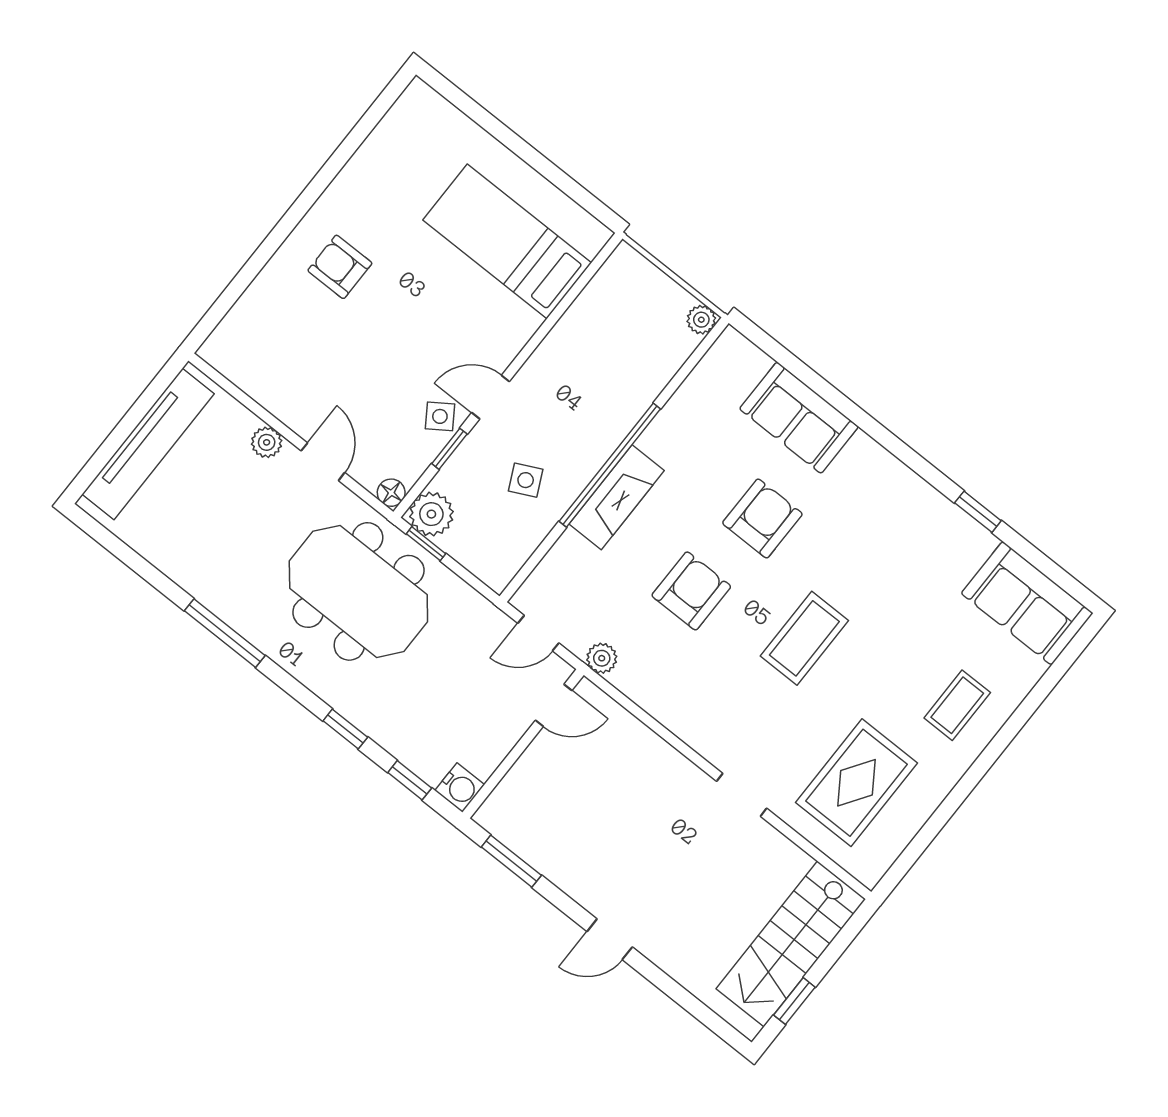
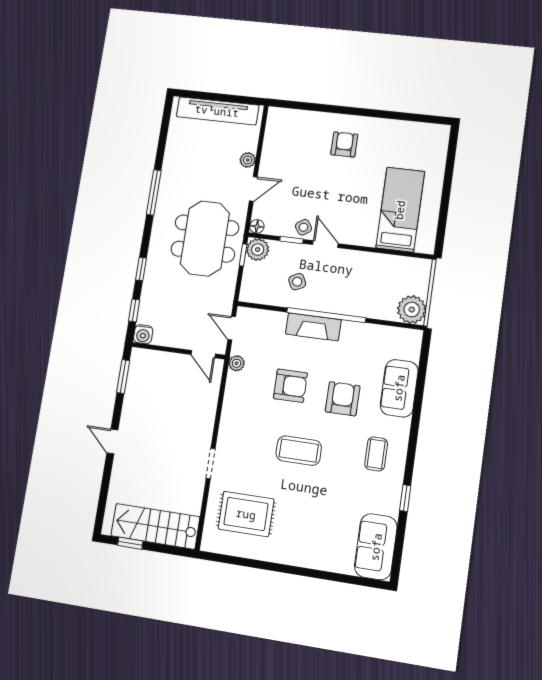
plant: (701, 320) -> (412, 310), width x1.88, depth x1.88
armchair: (762, 518) -> (343, 399), turned -90
coffee table: (957, 705) -> (376, 454), moved, turned 90

